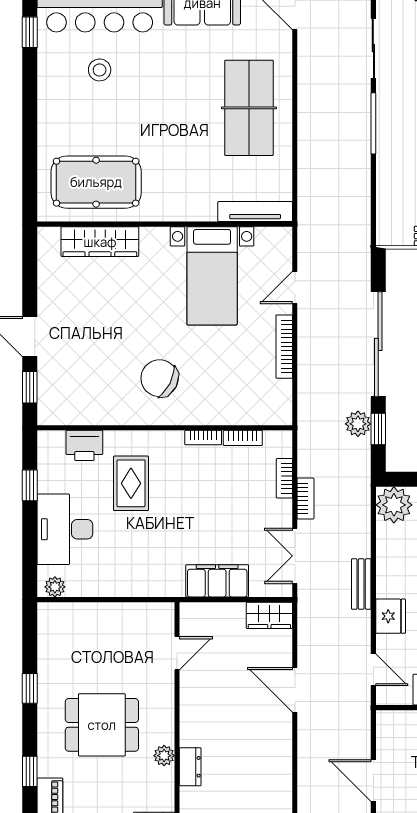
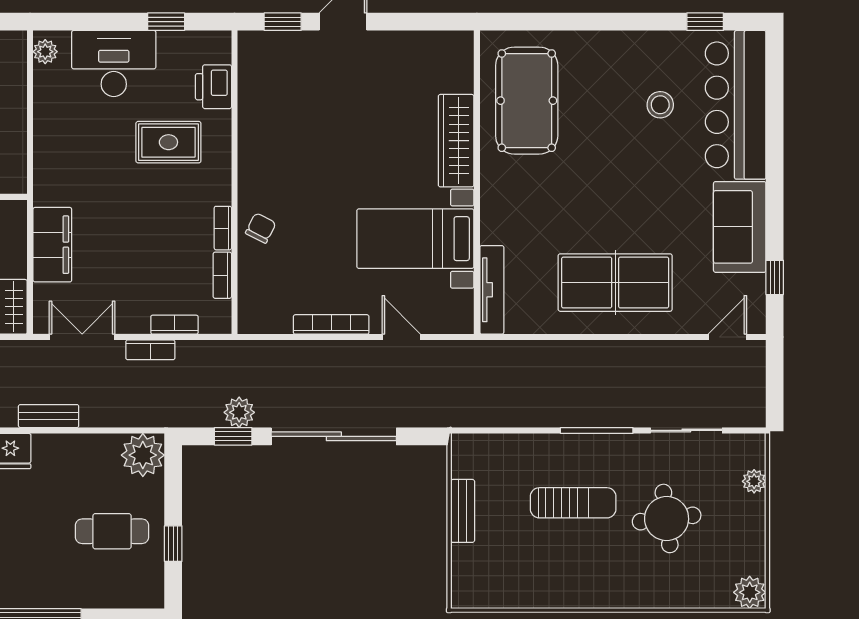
wardrobe: (100, 242) -> (456, 141), moved
chair: (160, 378) -> (261, 228), moved, width x0.54, depth x0.54

